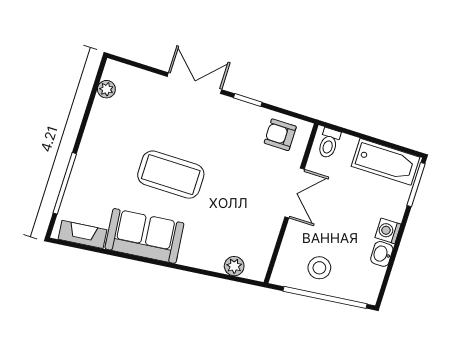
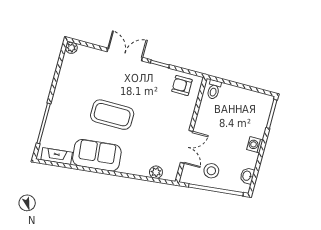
plant: (106, 89) -> (71, 48), moved
bathtub: (385, 162) -> (251, 100), removed
double door: (295, 193) -> (187, 147), moved
washbasin: (382, 254) -> (247, 176), moved

